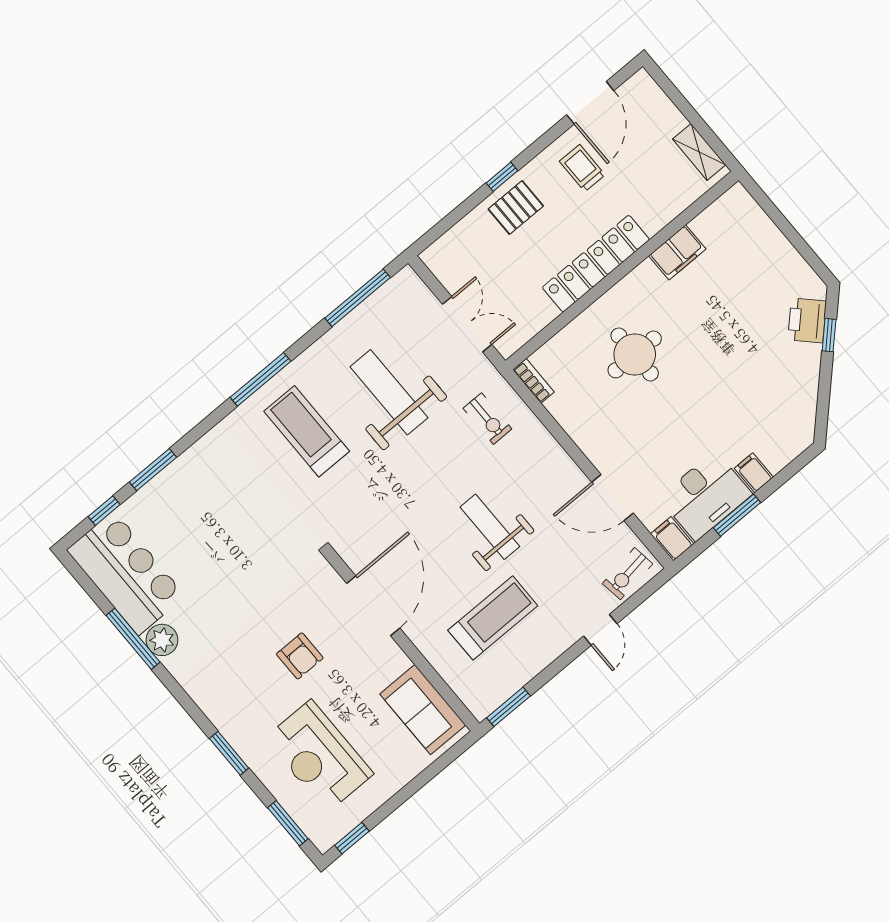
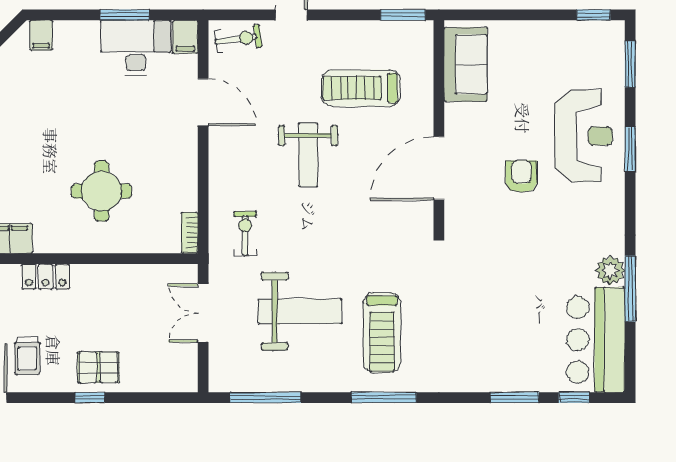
locker: (596, 264) -> (46, 277), width x0.46, depth x0.83
weight bench: (389, 392) -> (300, 311), turned -90
filing cabinet: (754, 473) -> (41, 35), moved
reception desk: (319, 756) -> (583, 136), moved

